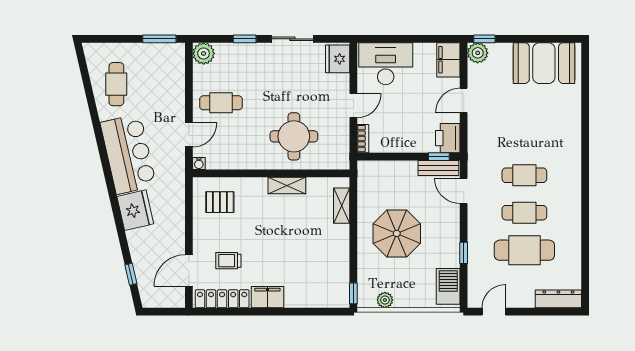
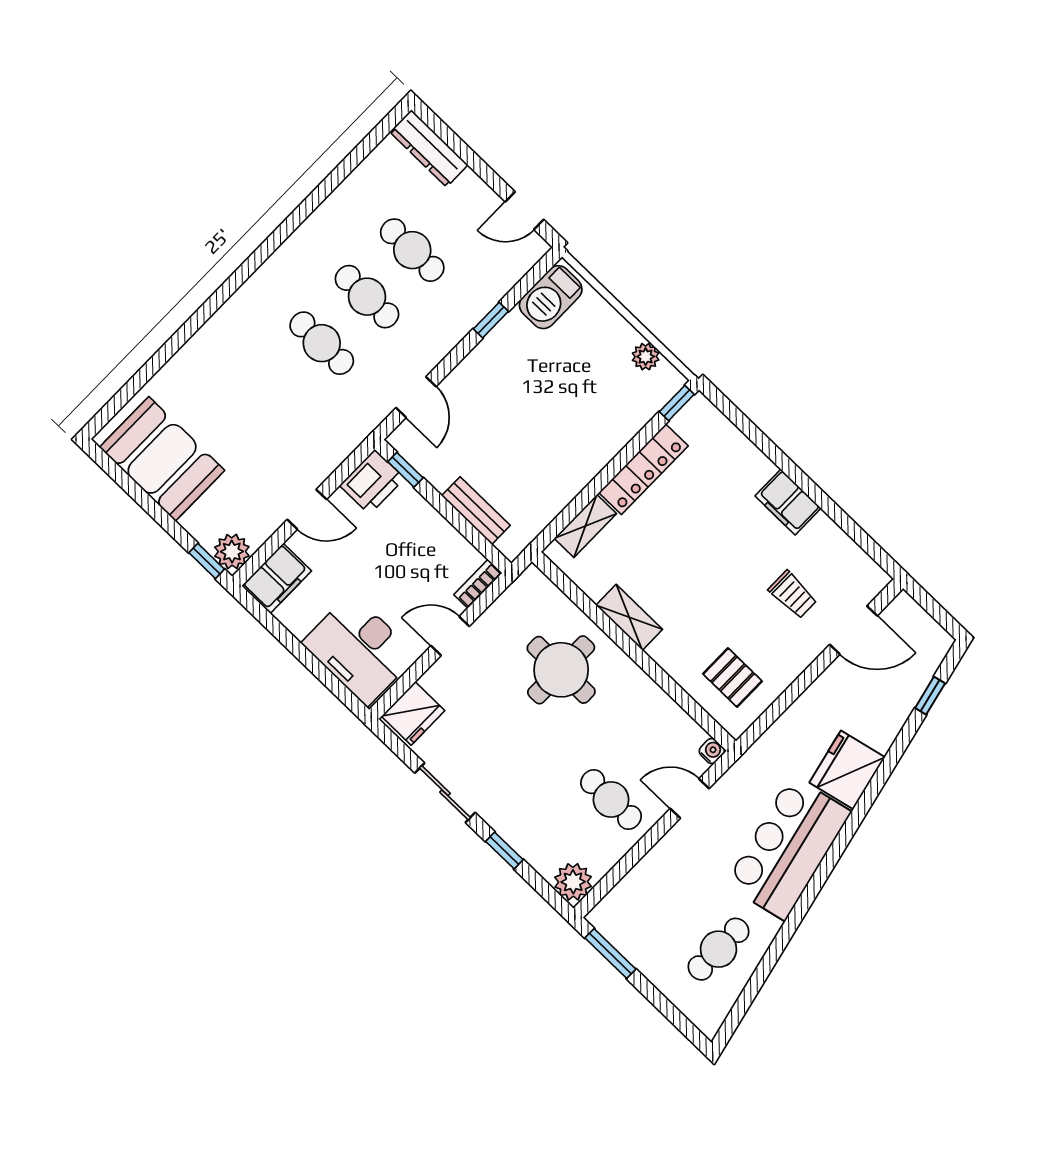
bench: (438, 168) -> (476, 511), moved
parasol: (397, 233) -> (551, 425), removed
cafe table: (524, 250) -> (412, 250), width x0.73, depth x0.74
locker: (222, 299) -> (643, 469), moved, turned -90

